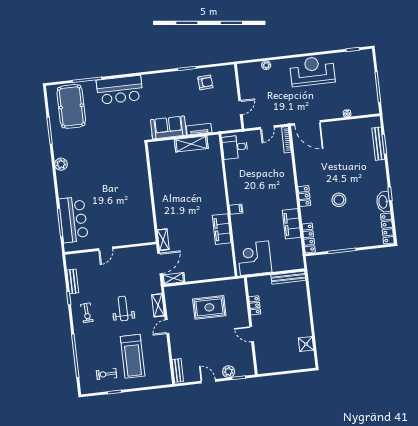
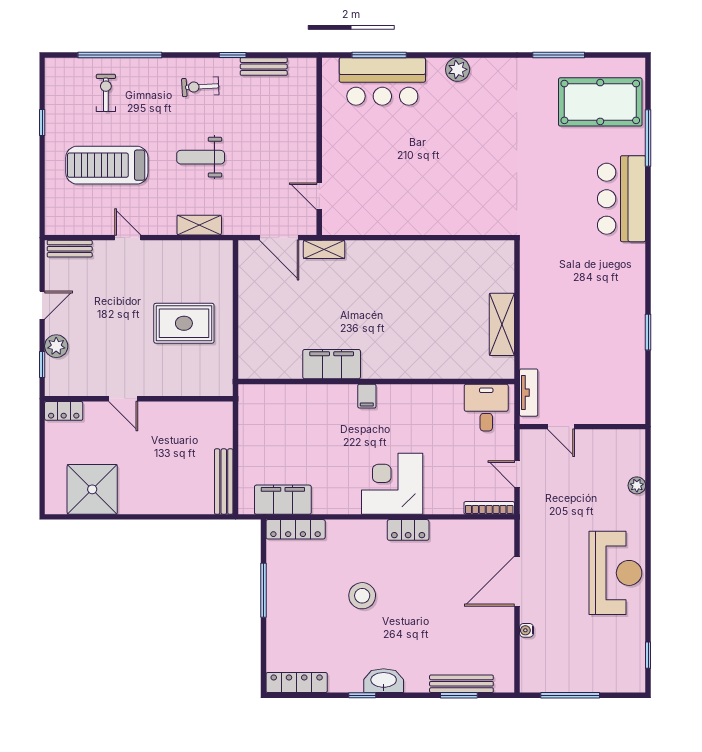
armchair: (205, 82) -> (617, 365), removed
door: (307, 123) -> (517, 581), moved
sofa: (168, 127) -> (539, 284), removed
tv unit: (199, 129) -> (529, 393), moved
plant: (61, 164) -> (458, 69), moved
locker: (304, 196) -> (408, 530), moved
washbasin: (383, 202) -> (384, 681), moved
filing cabinet: (292, 224) -> (283, 500), moved
door: (106, 249) -> (319, 196), moved
corner desk: (254, 258) -> (392, 484), moved, turned -90
shelving: (173, 278) -> (247, 261), removed
locker: (255, 305) -> (64, 411), moved
rug: (209, 307) -> (184, 323), turned 90
weight bench: (123, 308) -> (201, 157), turned 180
door: (167, 327) -> (128, 238), moved
door: (252, 334) -> (123, 399), swing flipped
shower: (306, 344) -> (92, 489), width x1.86, depth x1.86
exercise bike: (106, 374) -> (106, 93), moved

